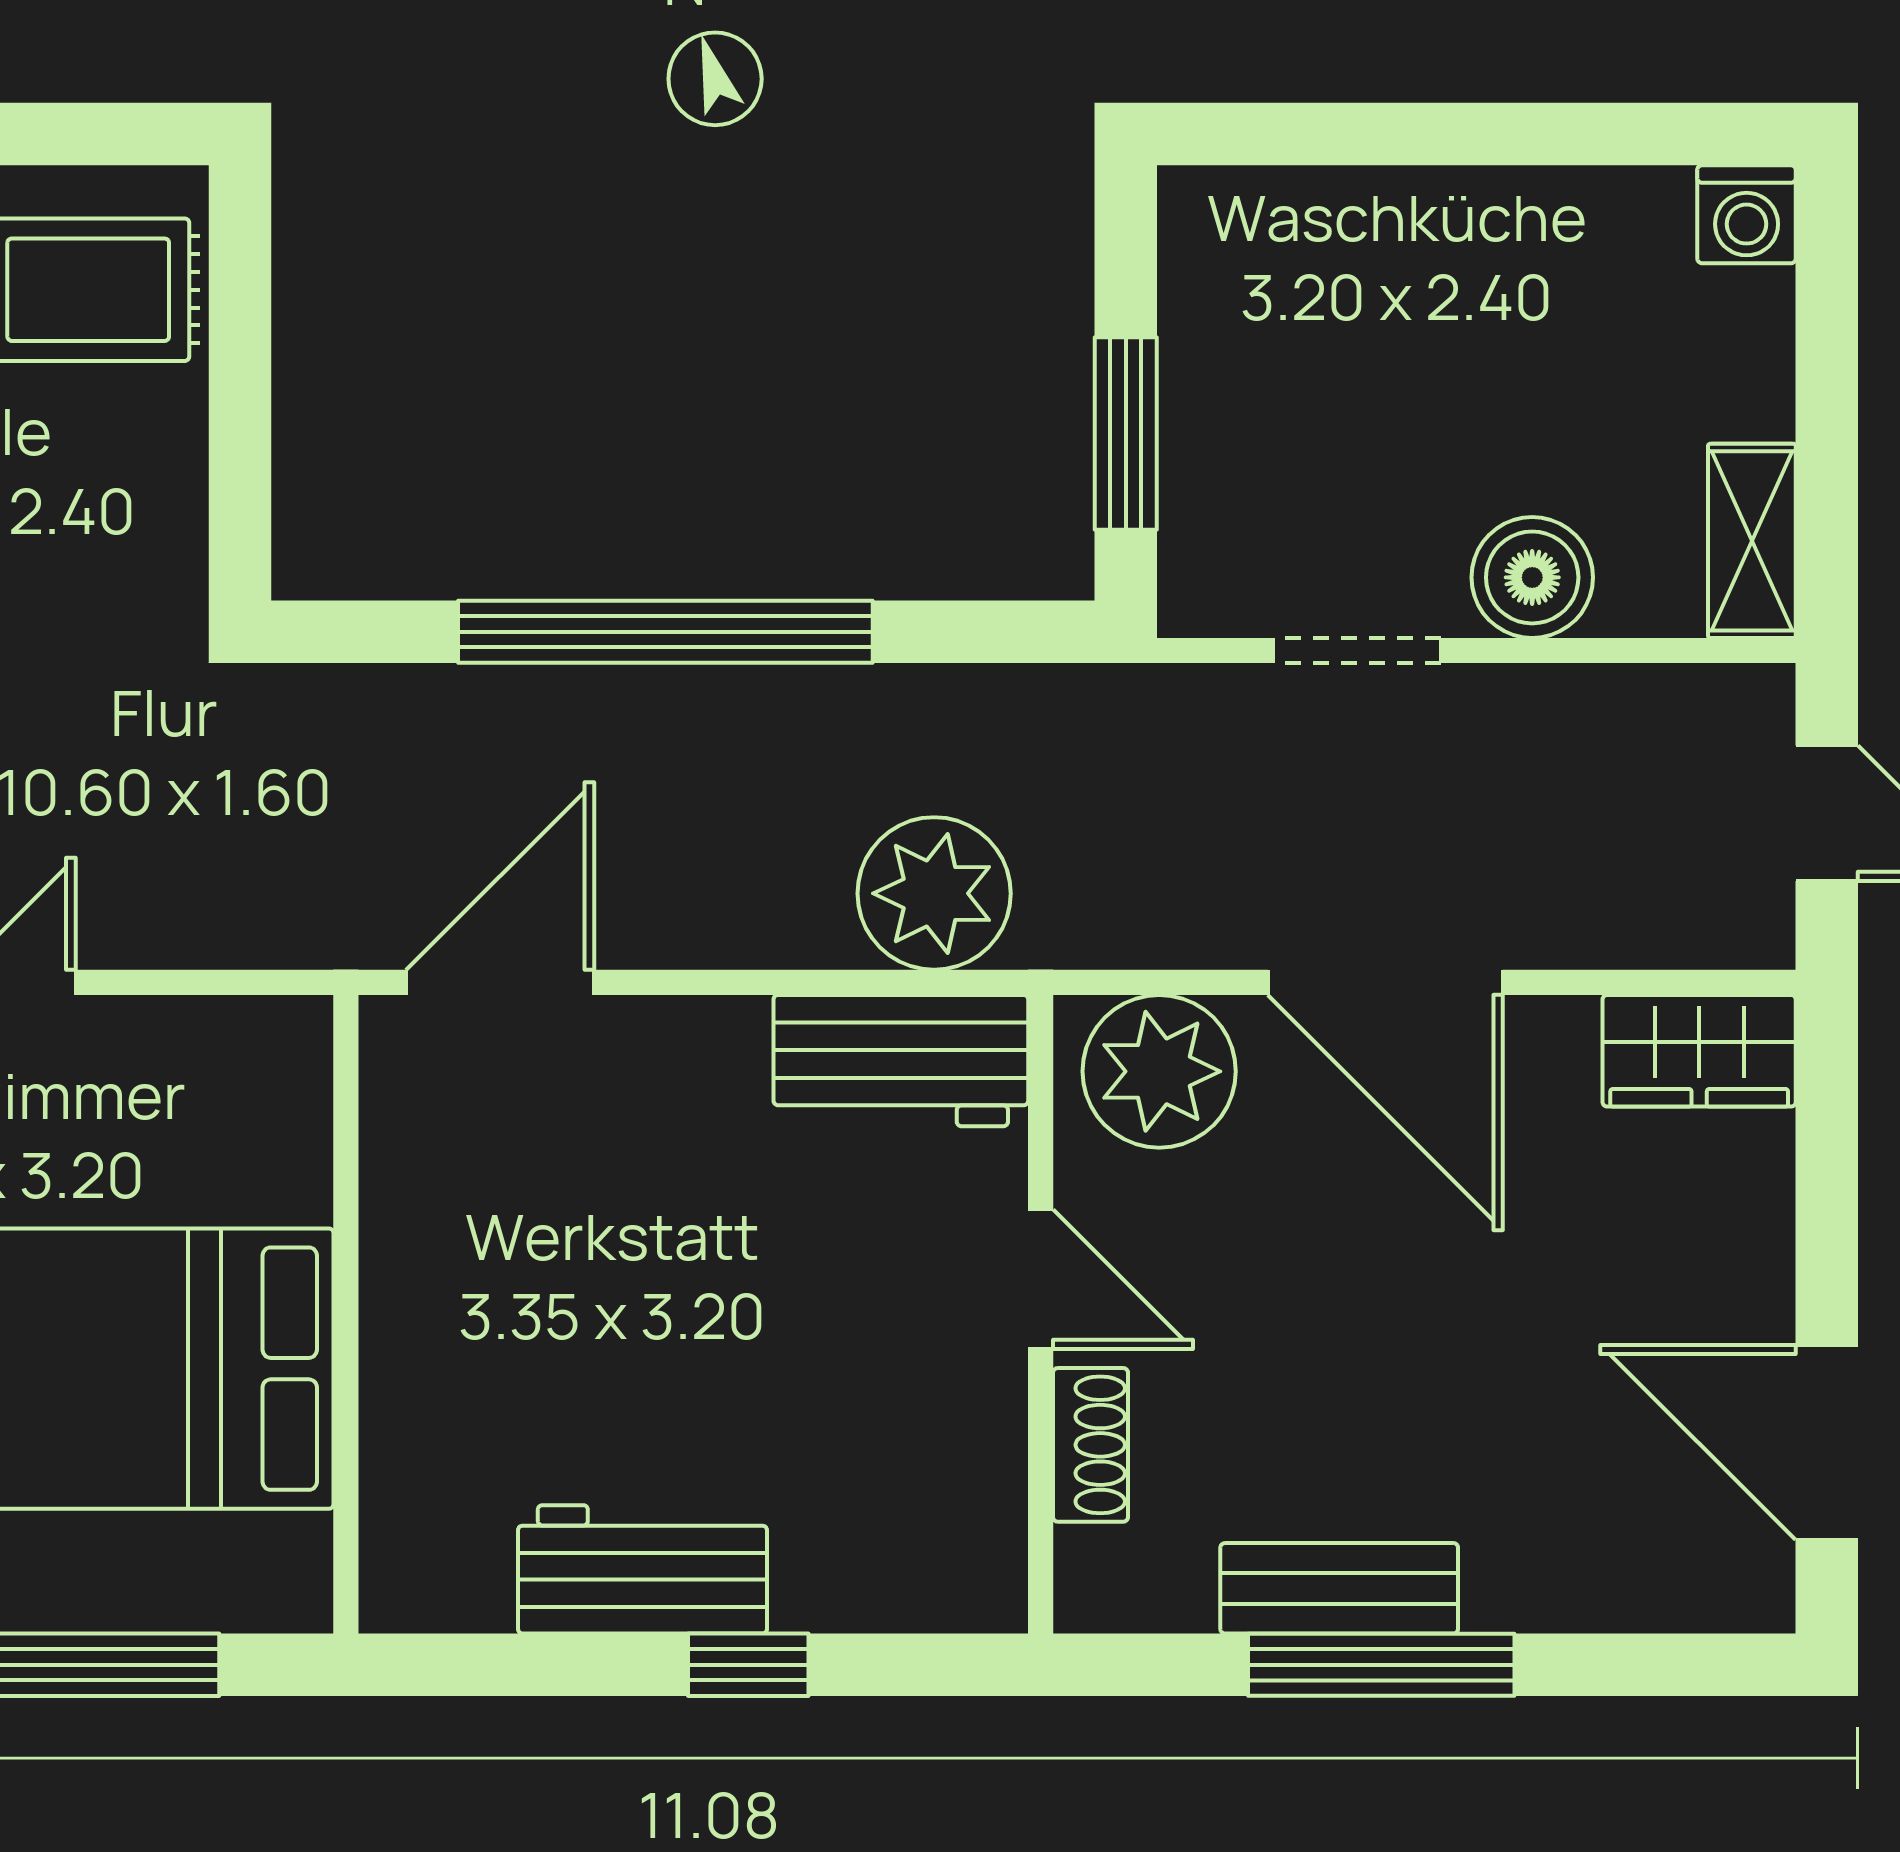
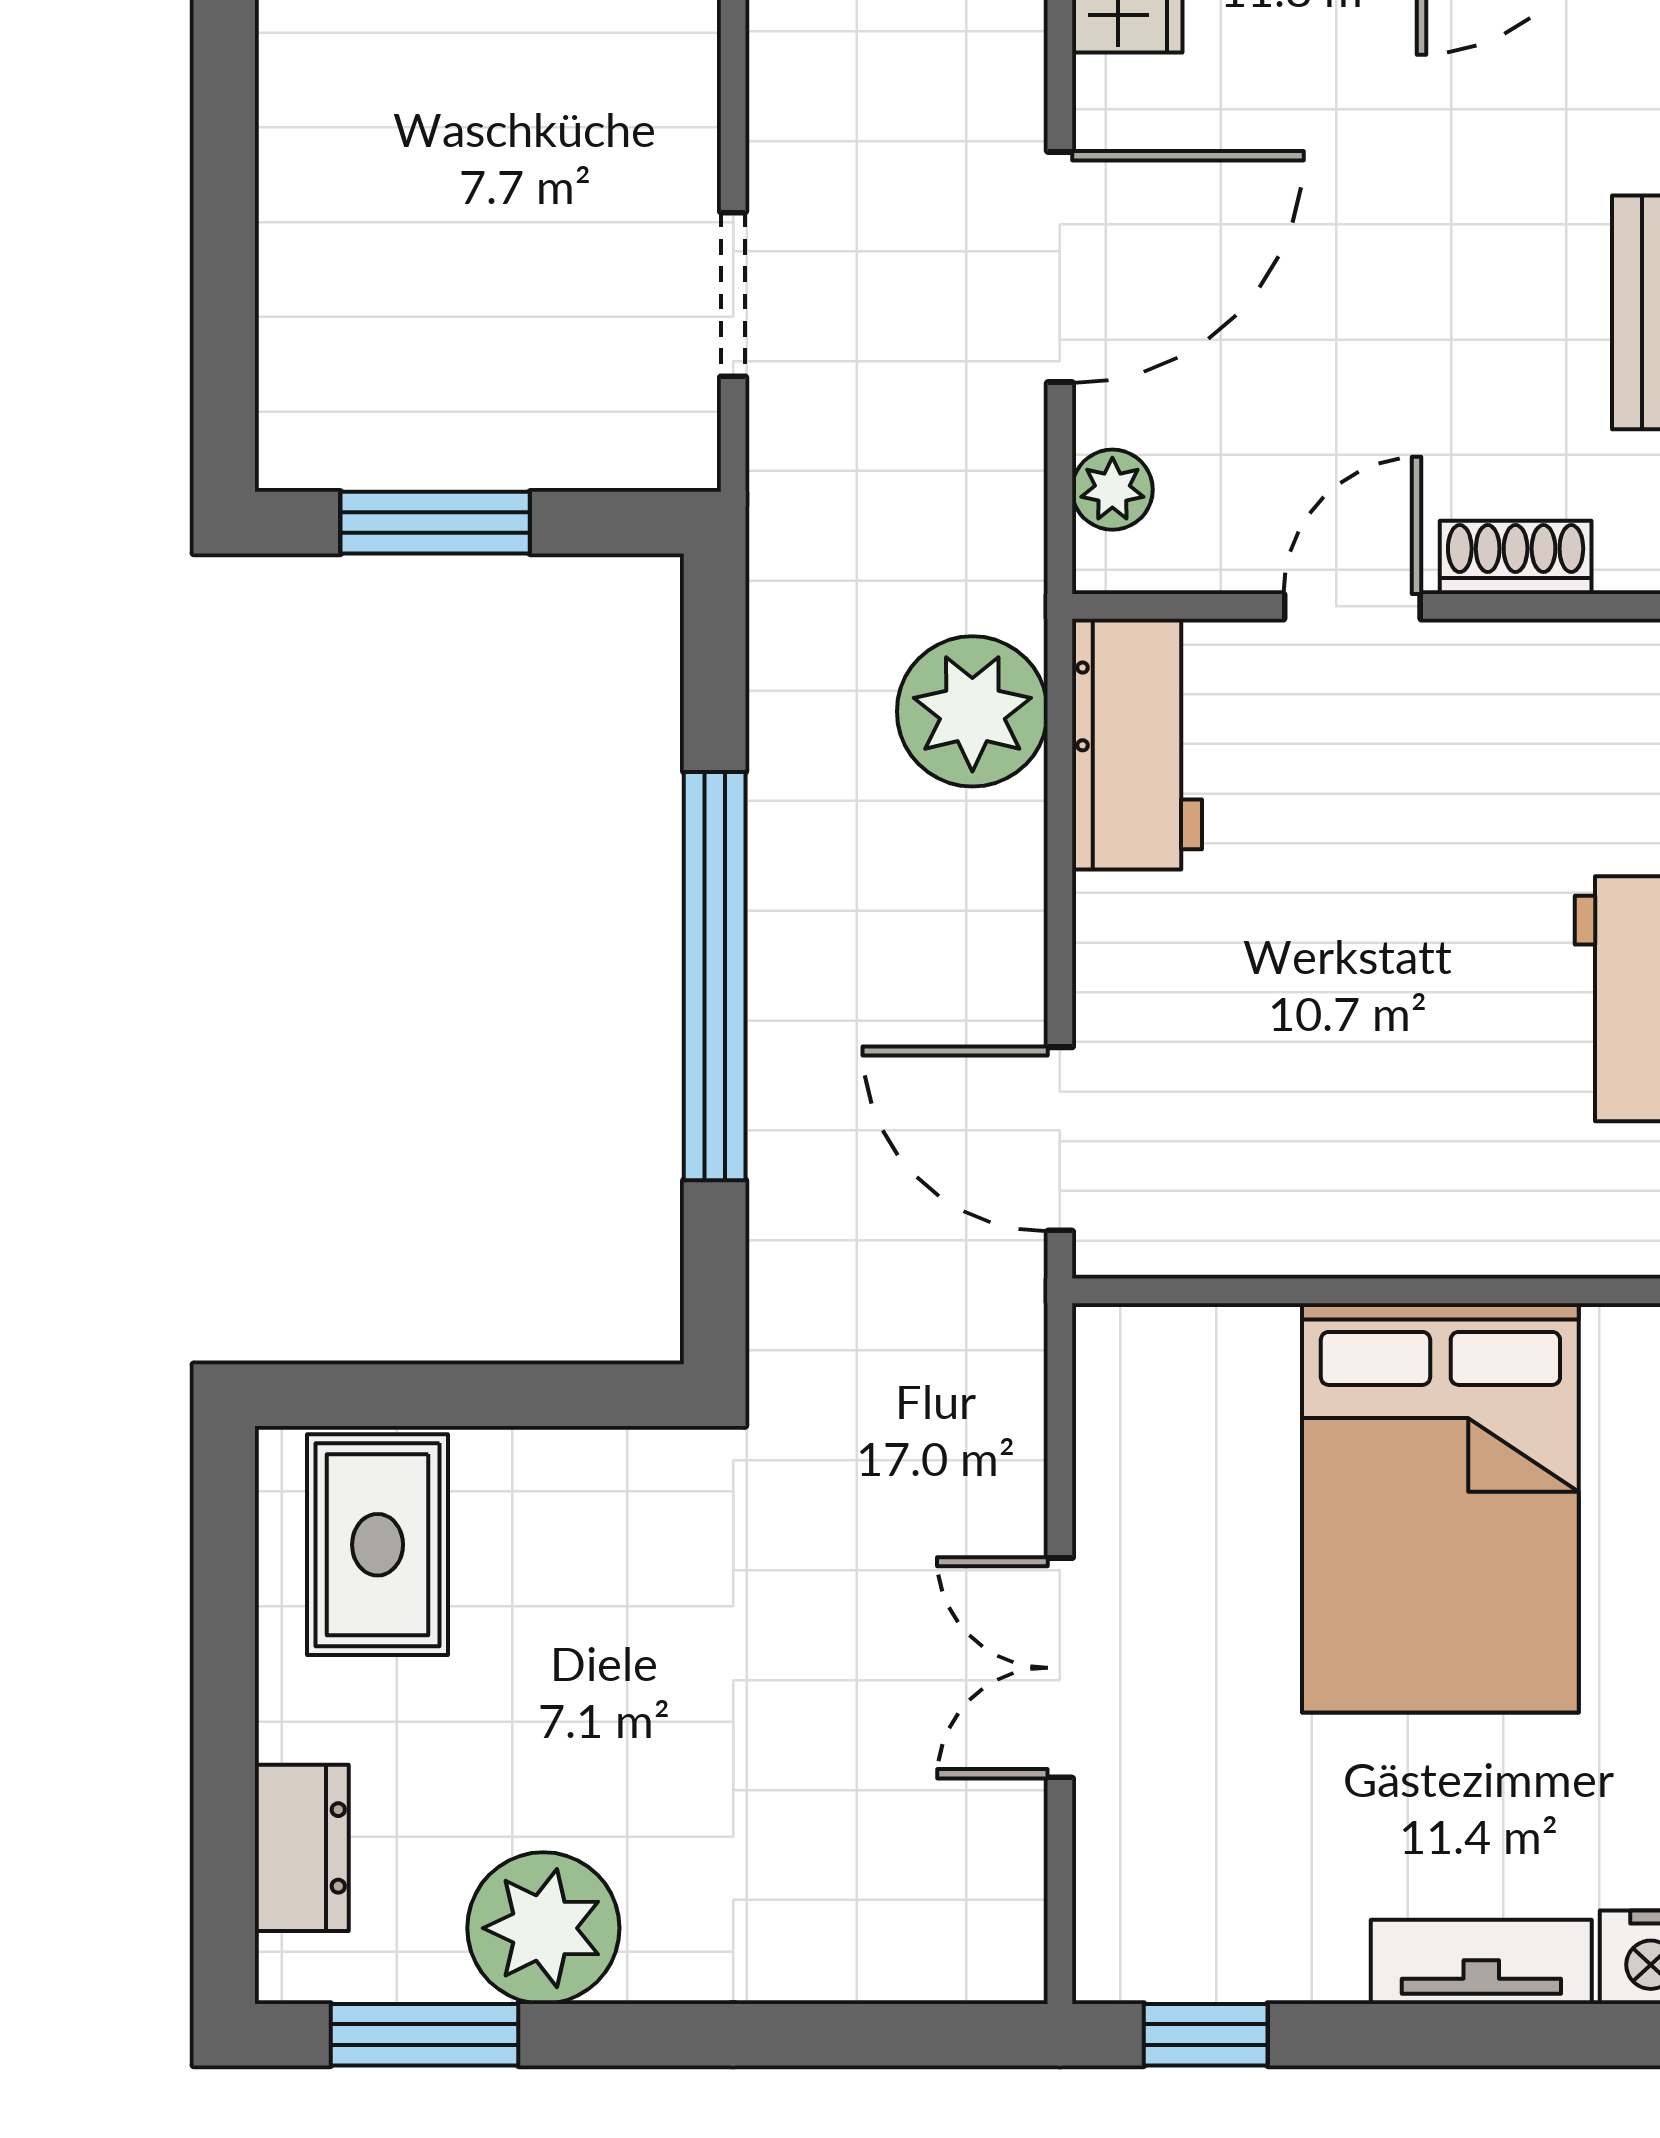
window: (1126, 433) -> (435, 523), moved
boiler: (1532, 577) -> (661, 122), removed
plant: (1159, 1071) -> (1112, 490), width x0.53, depth x0.53

